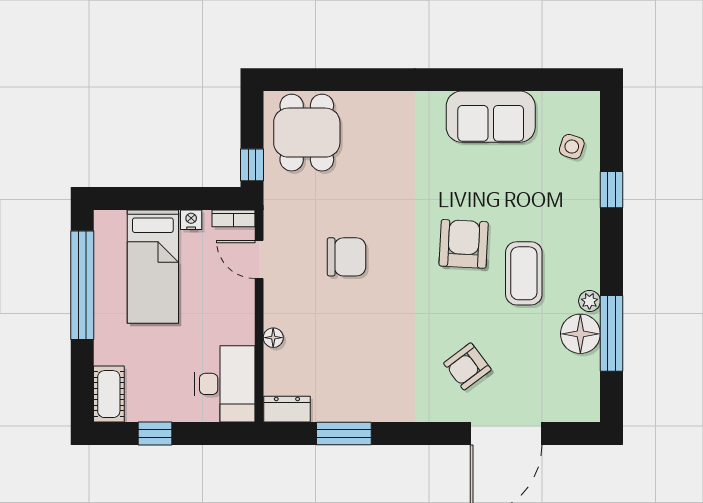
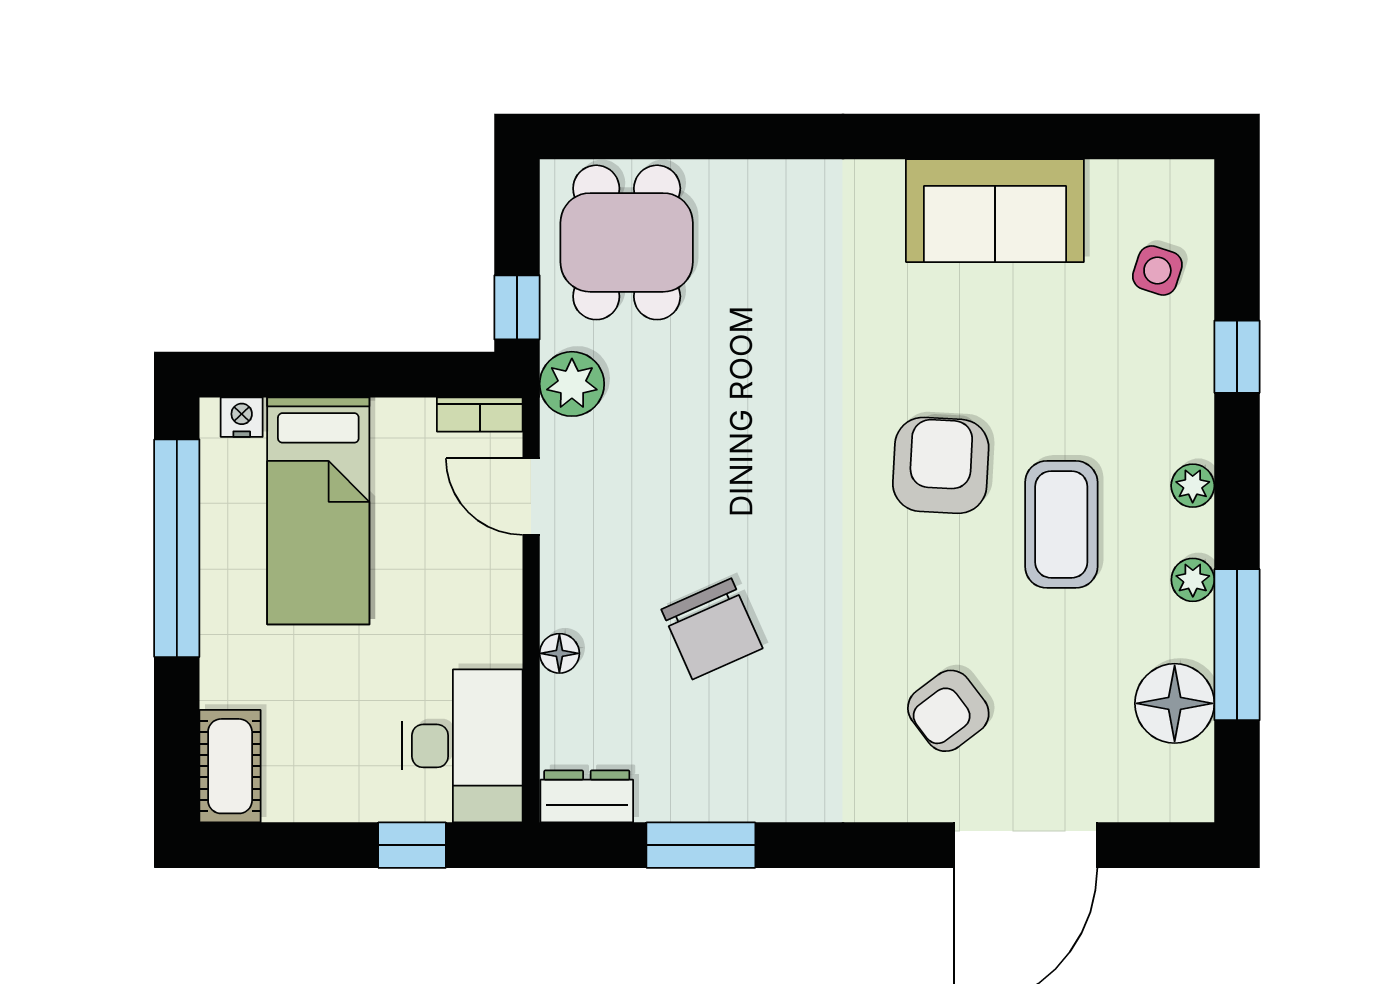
plant: (279, 203) -> (572, 384), added
nightstand: (191, 220) -> (242, 417), moved
plant: (589, 254) -> (1193, 486), added
chair: (346, 257) -> (712, 629), moved, turned 66
floor lamp: (580, 334) -> (1175, 703), moved
window: (155, 433) -> (412, 845), moved

